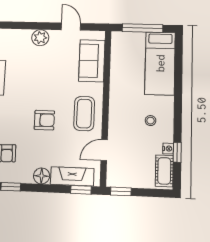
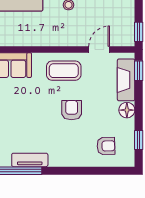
door: (104, 150) -> (99, 49), swing flipped

